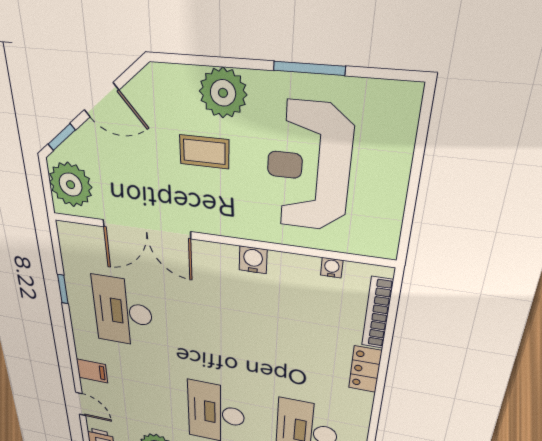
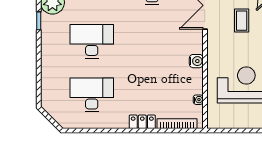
coffee table: (204, 152) -> (242, 21), moved

